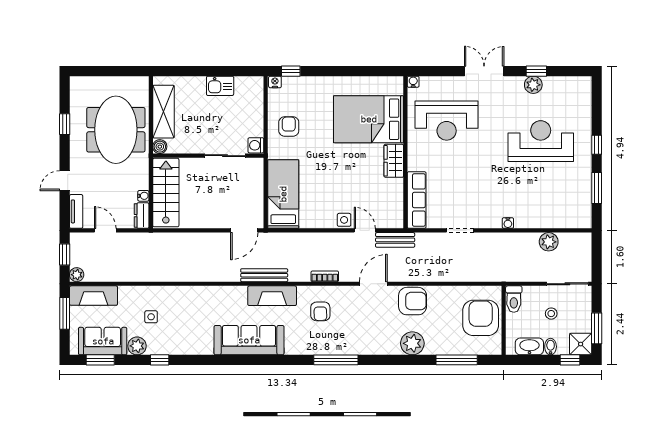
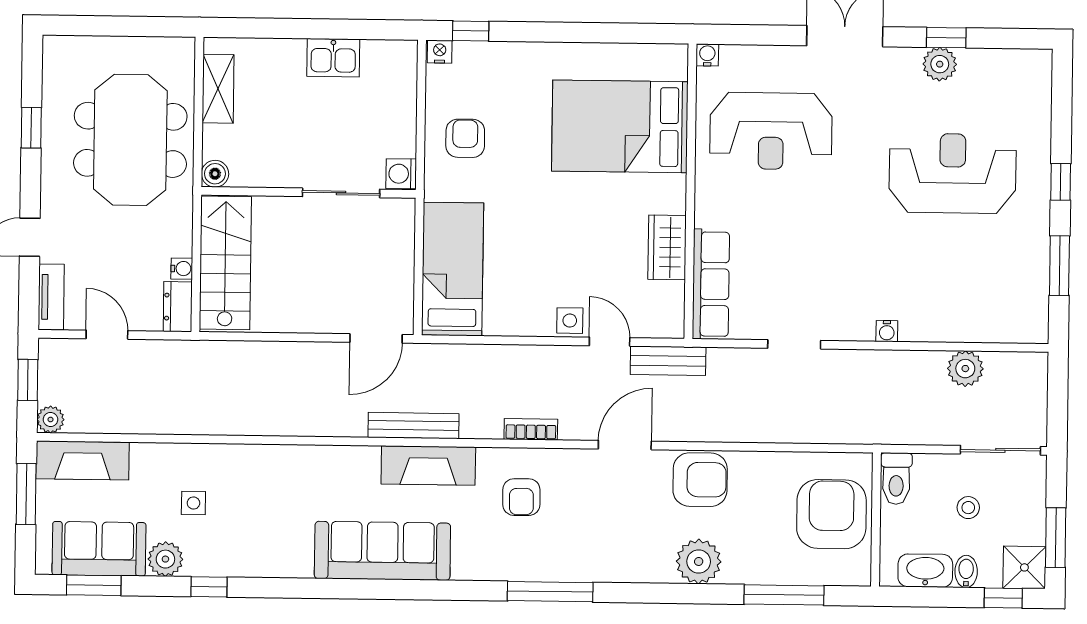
shelving: (163, 112) -> (218, 89), width x0.67, depth x0.75
wardrobe: (394, 161) -> (667, 247), moved

